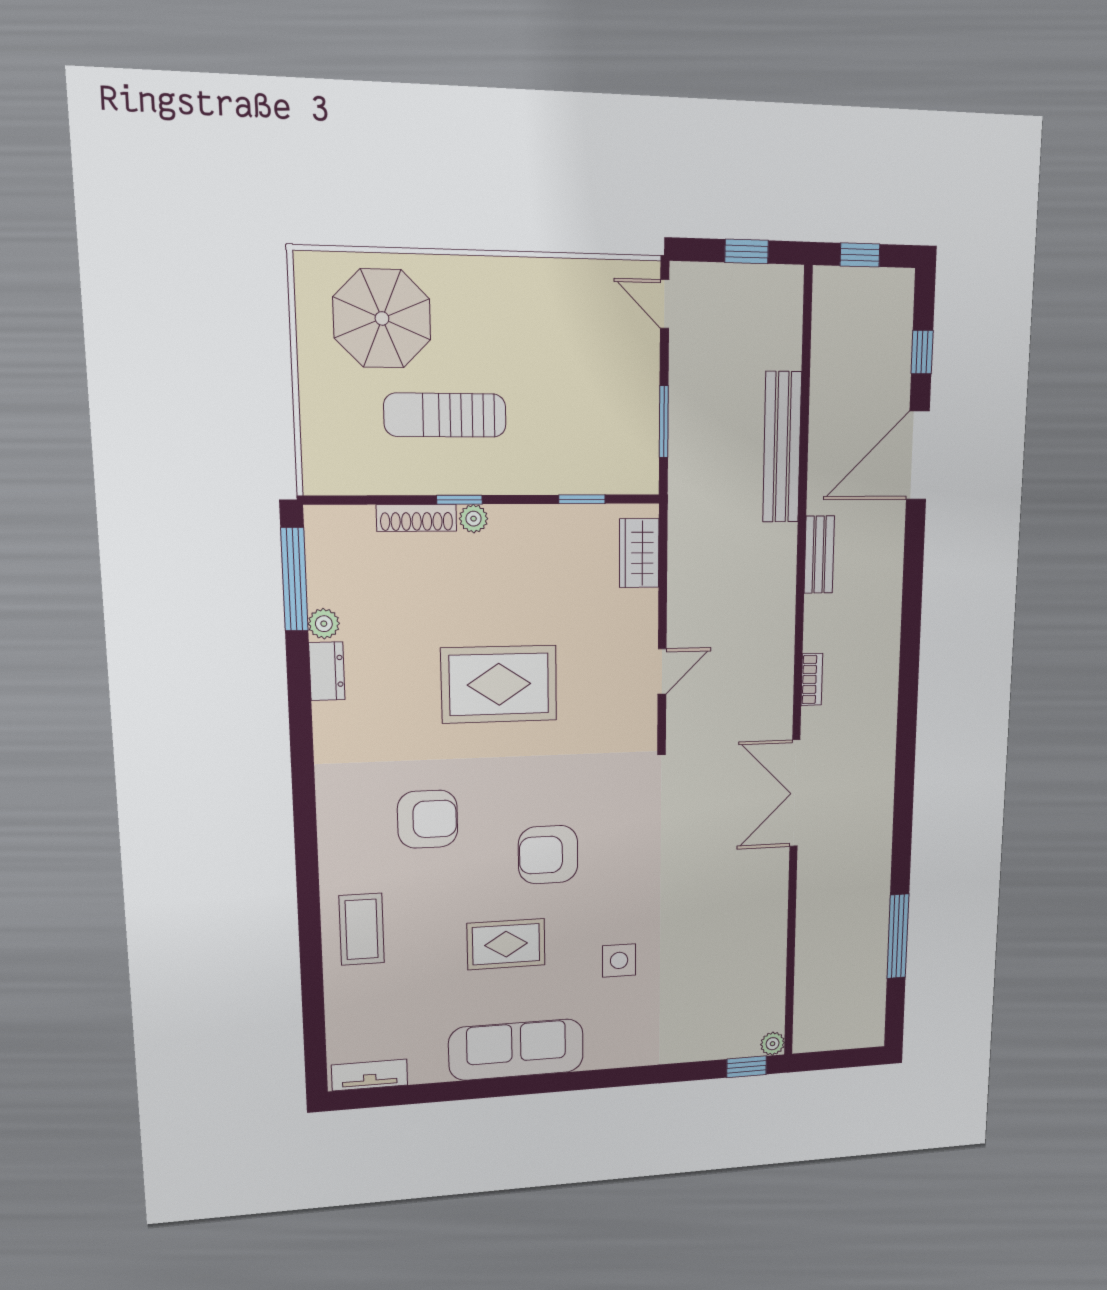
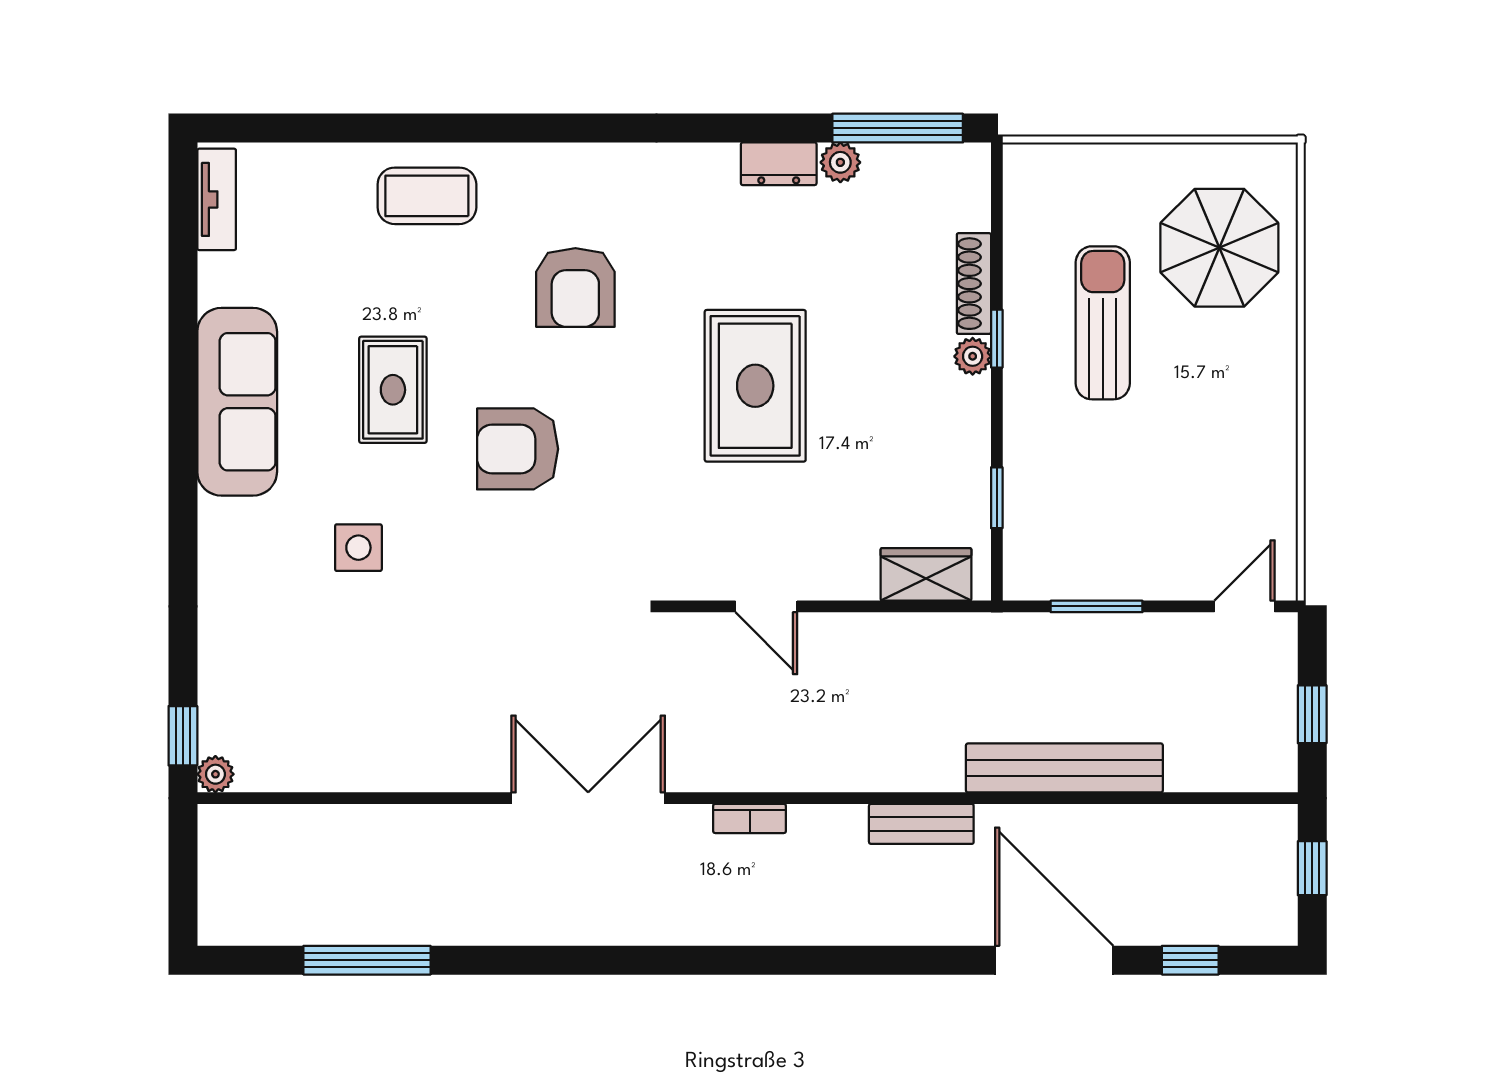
armchair: (548, 855) -> (518, 449), turned -90

